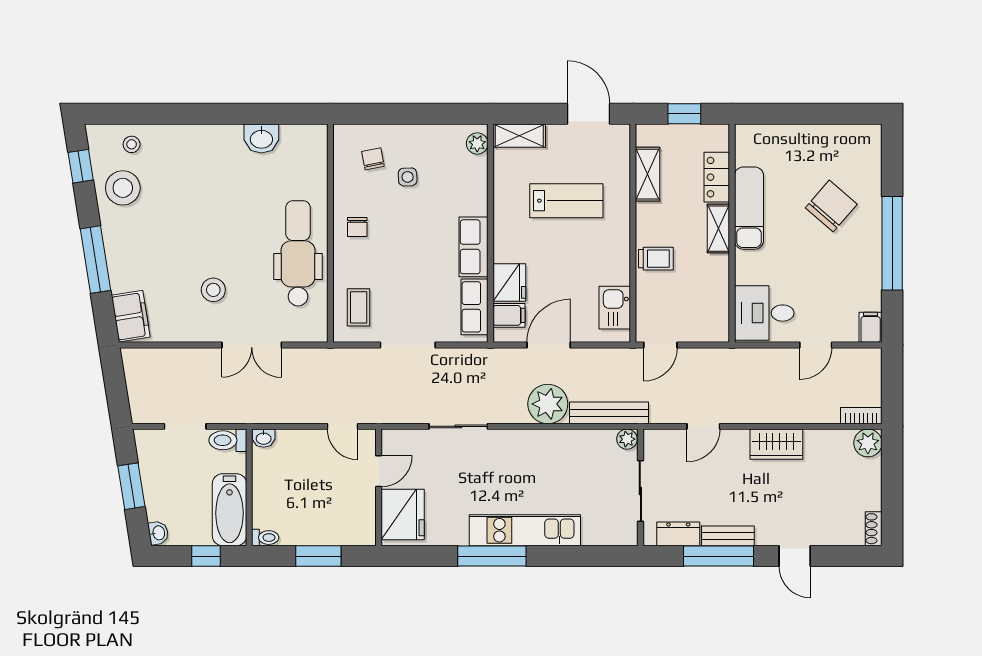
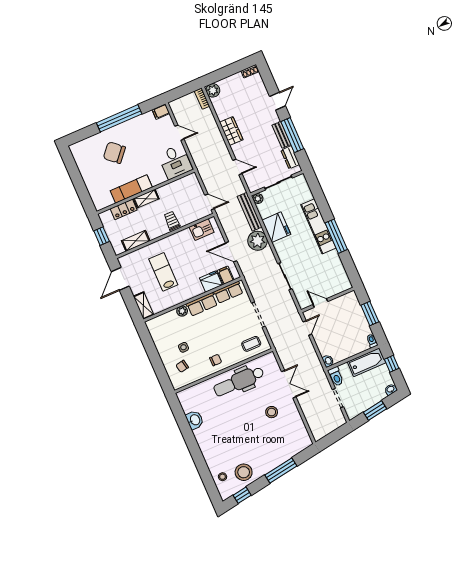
plant: (477, 143) -> (182, 311), moved
filing cabinet: (131, 316) -> (299, 444), removed
fridge: (403, 515) -> (276, 227), moved, turned 90

